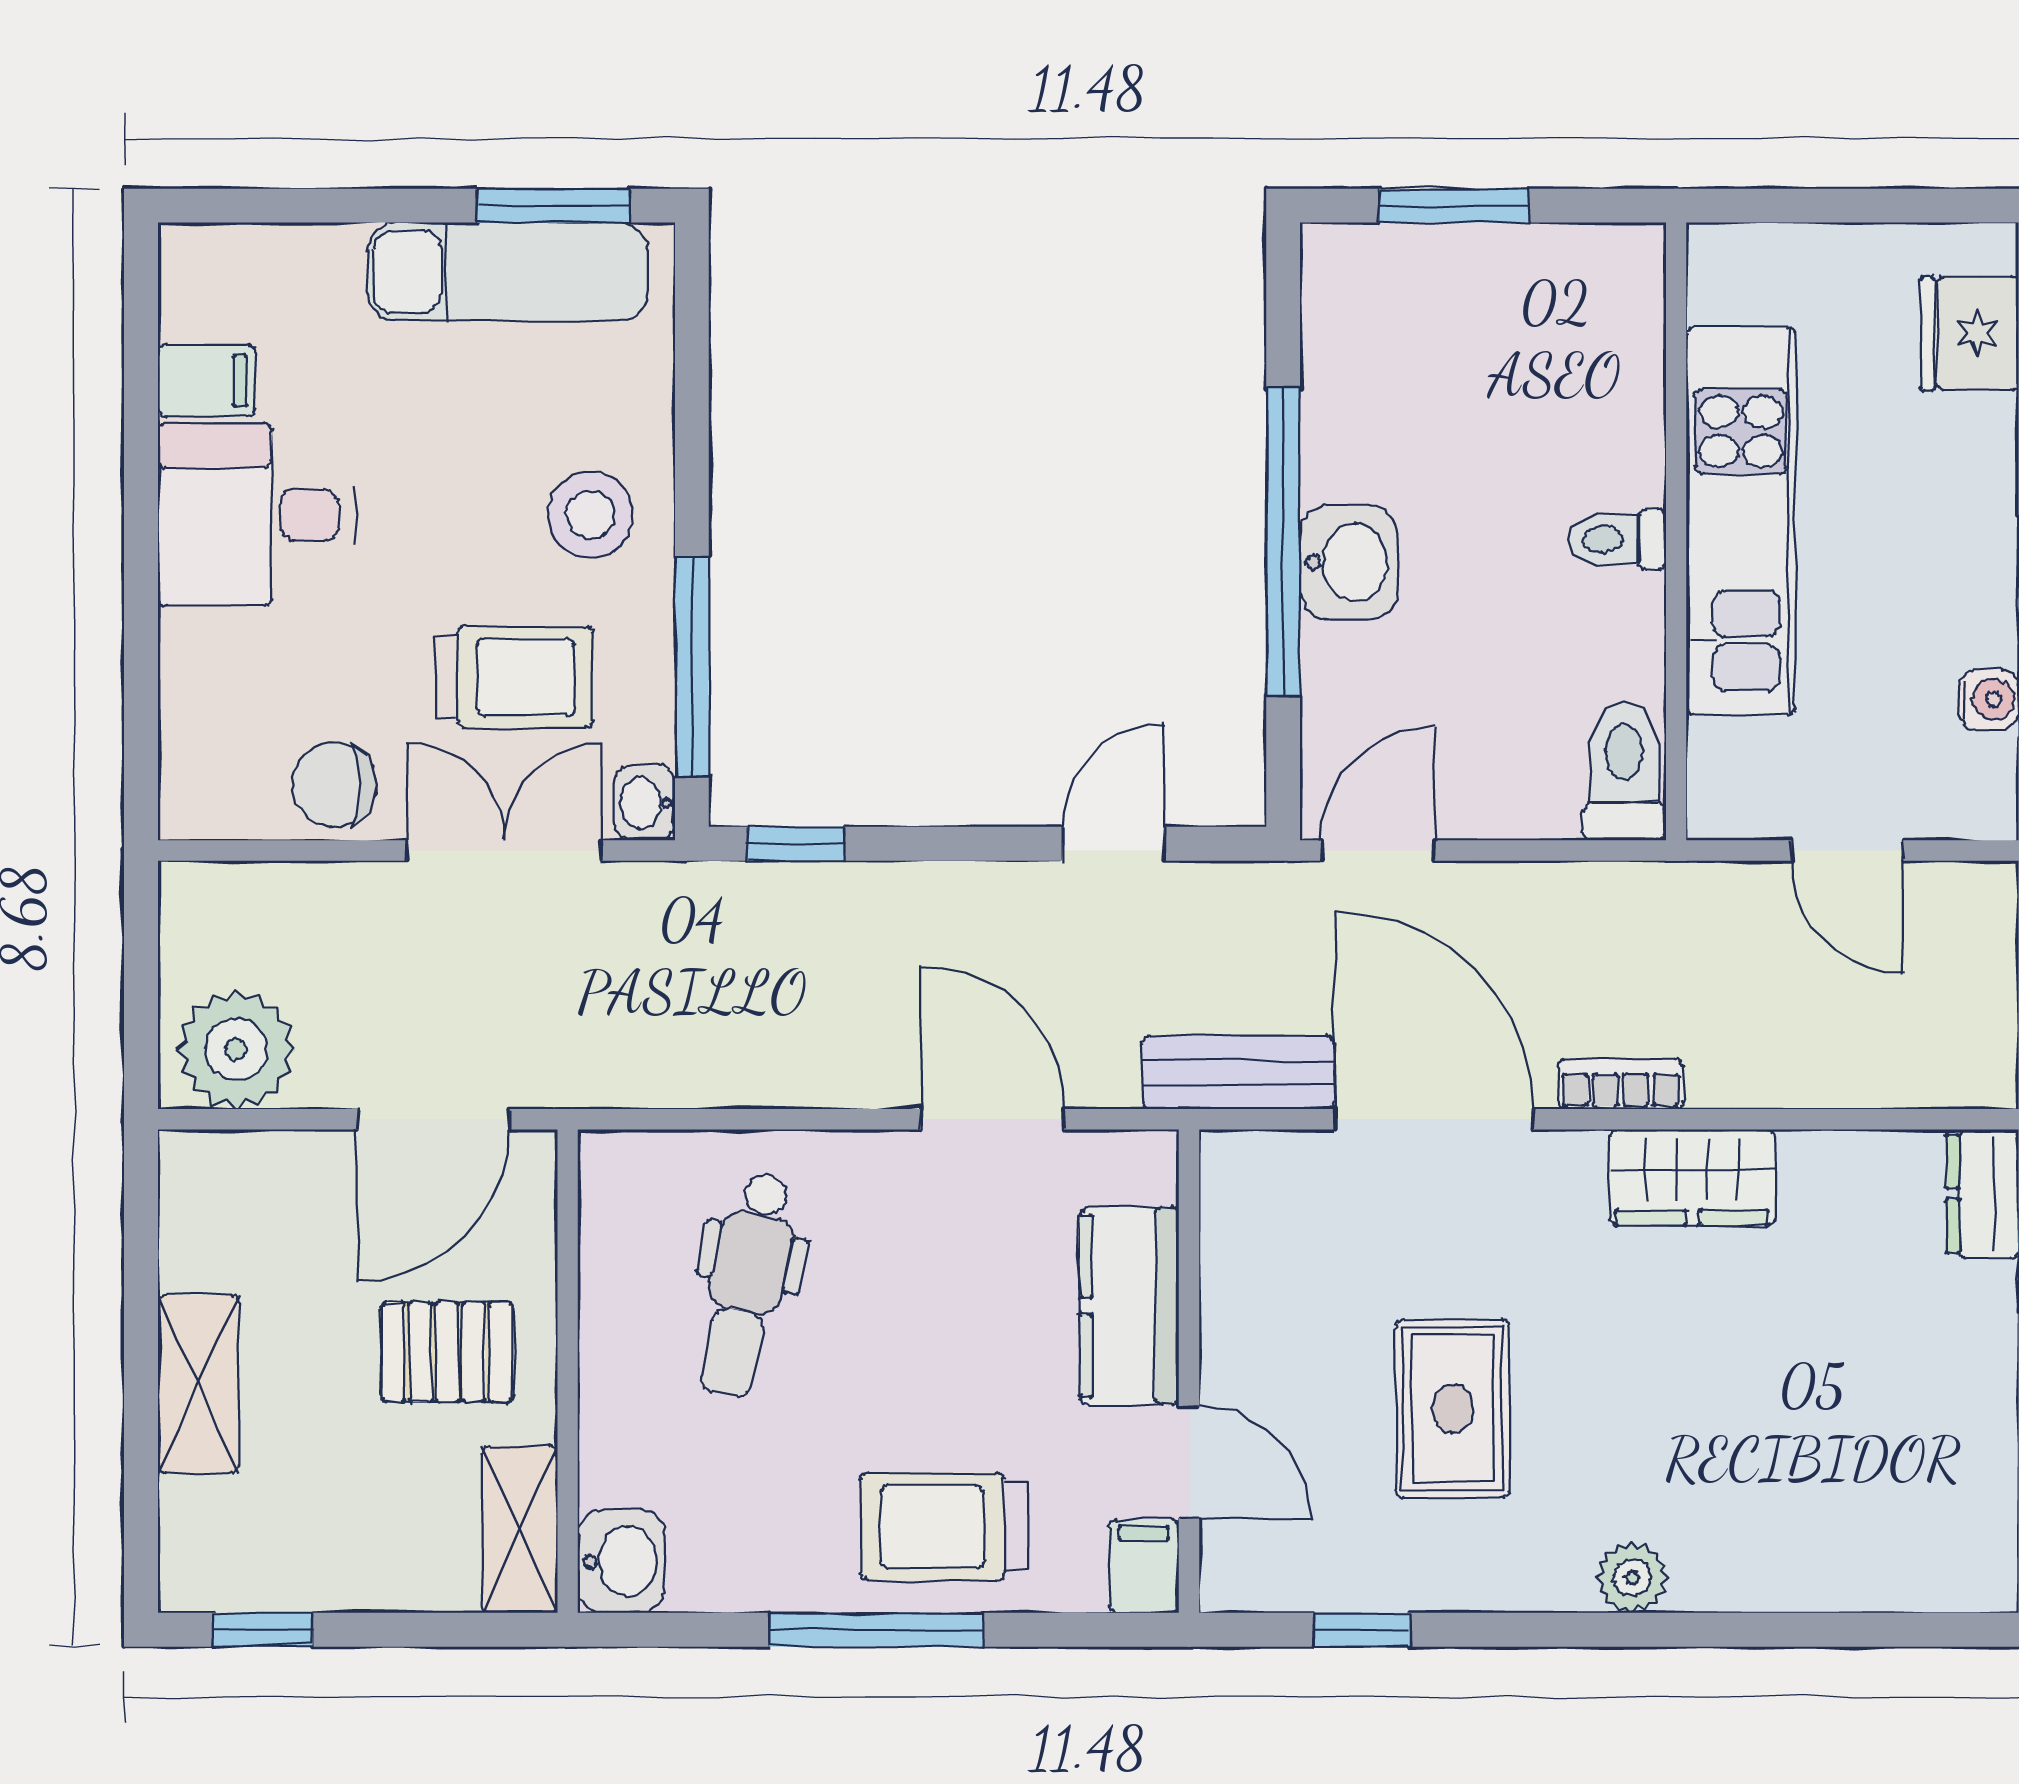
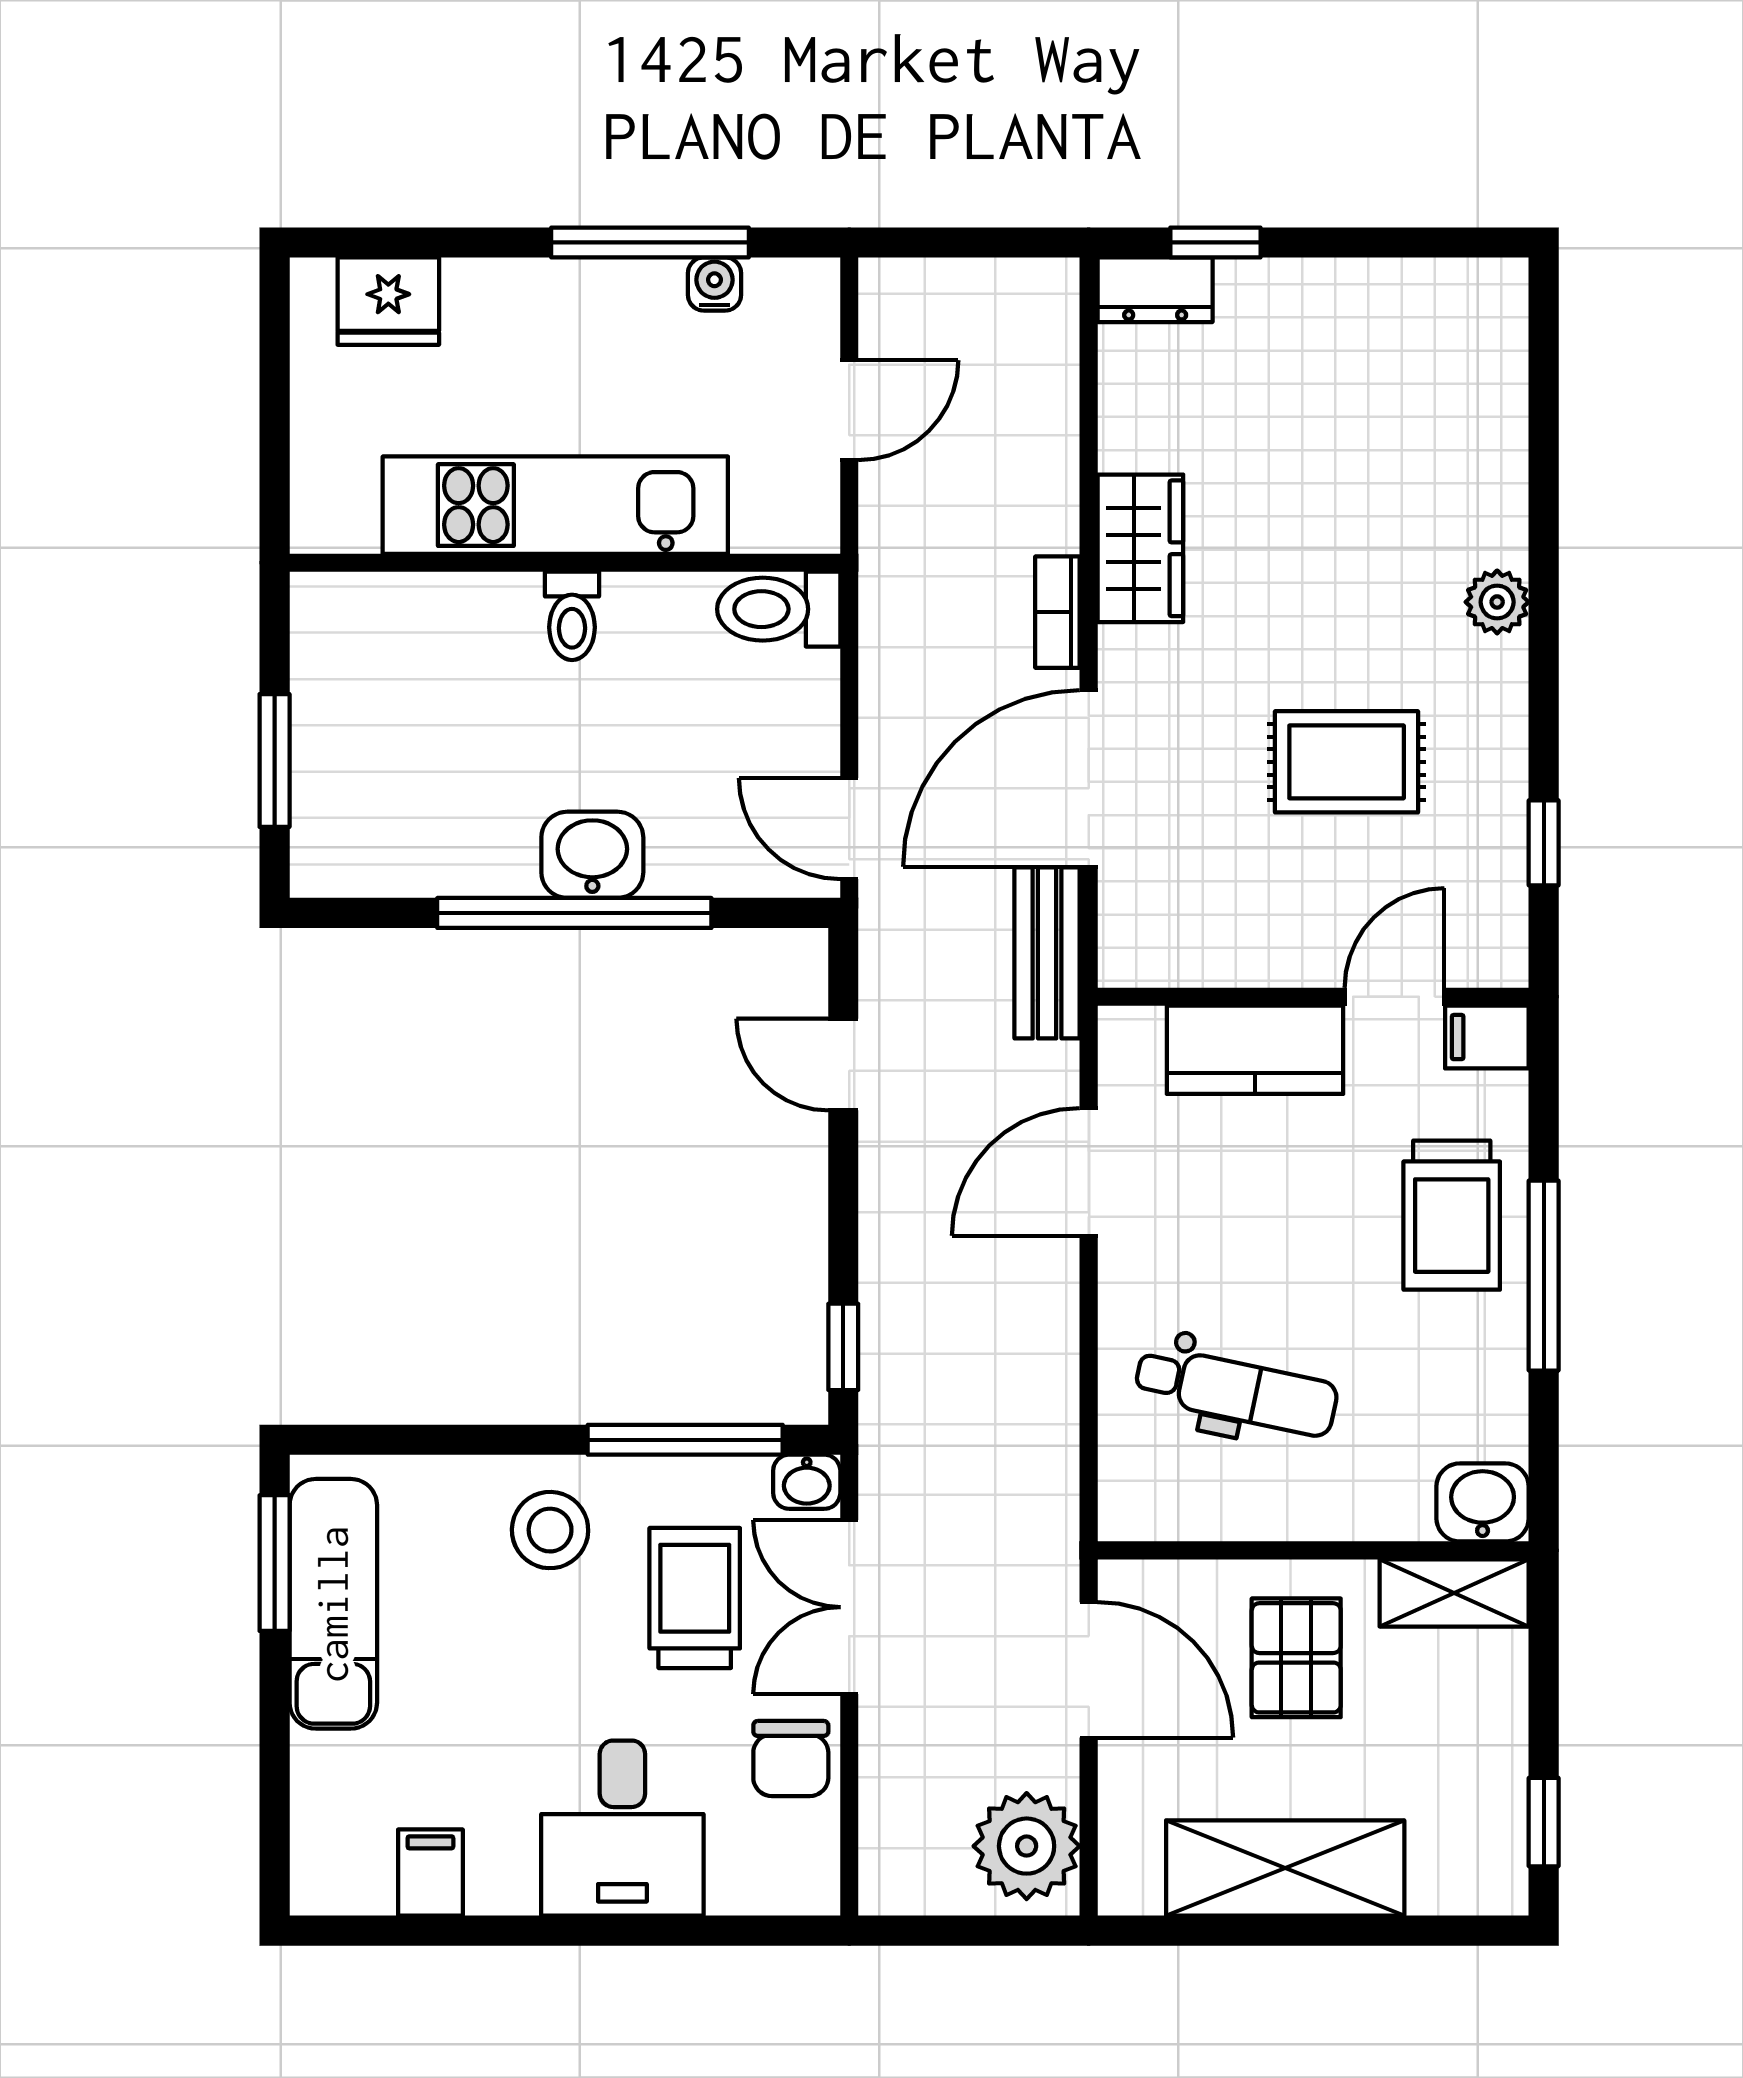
desk: (256, 515) -> (622, 1828), moved
shelving: (198, 1384) -> (1285, 1868), width x1.50, depth x1.33

